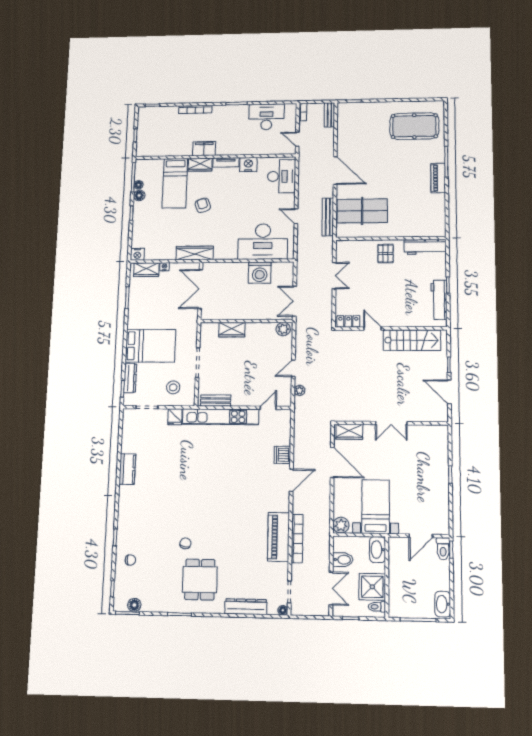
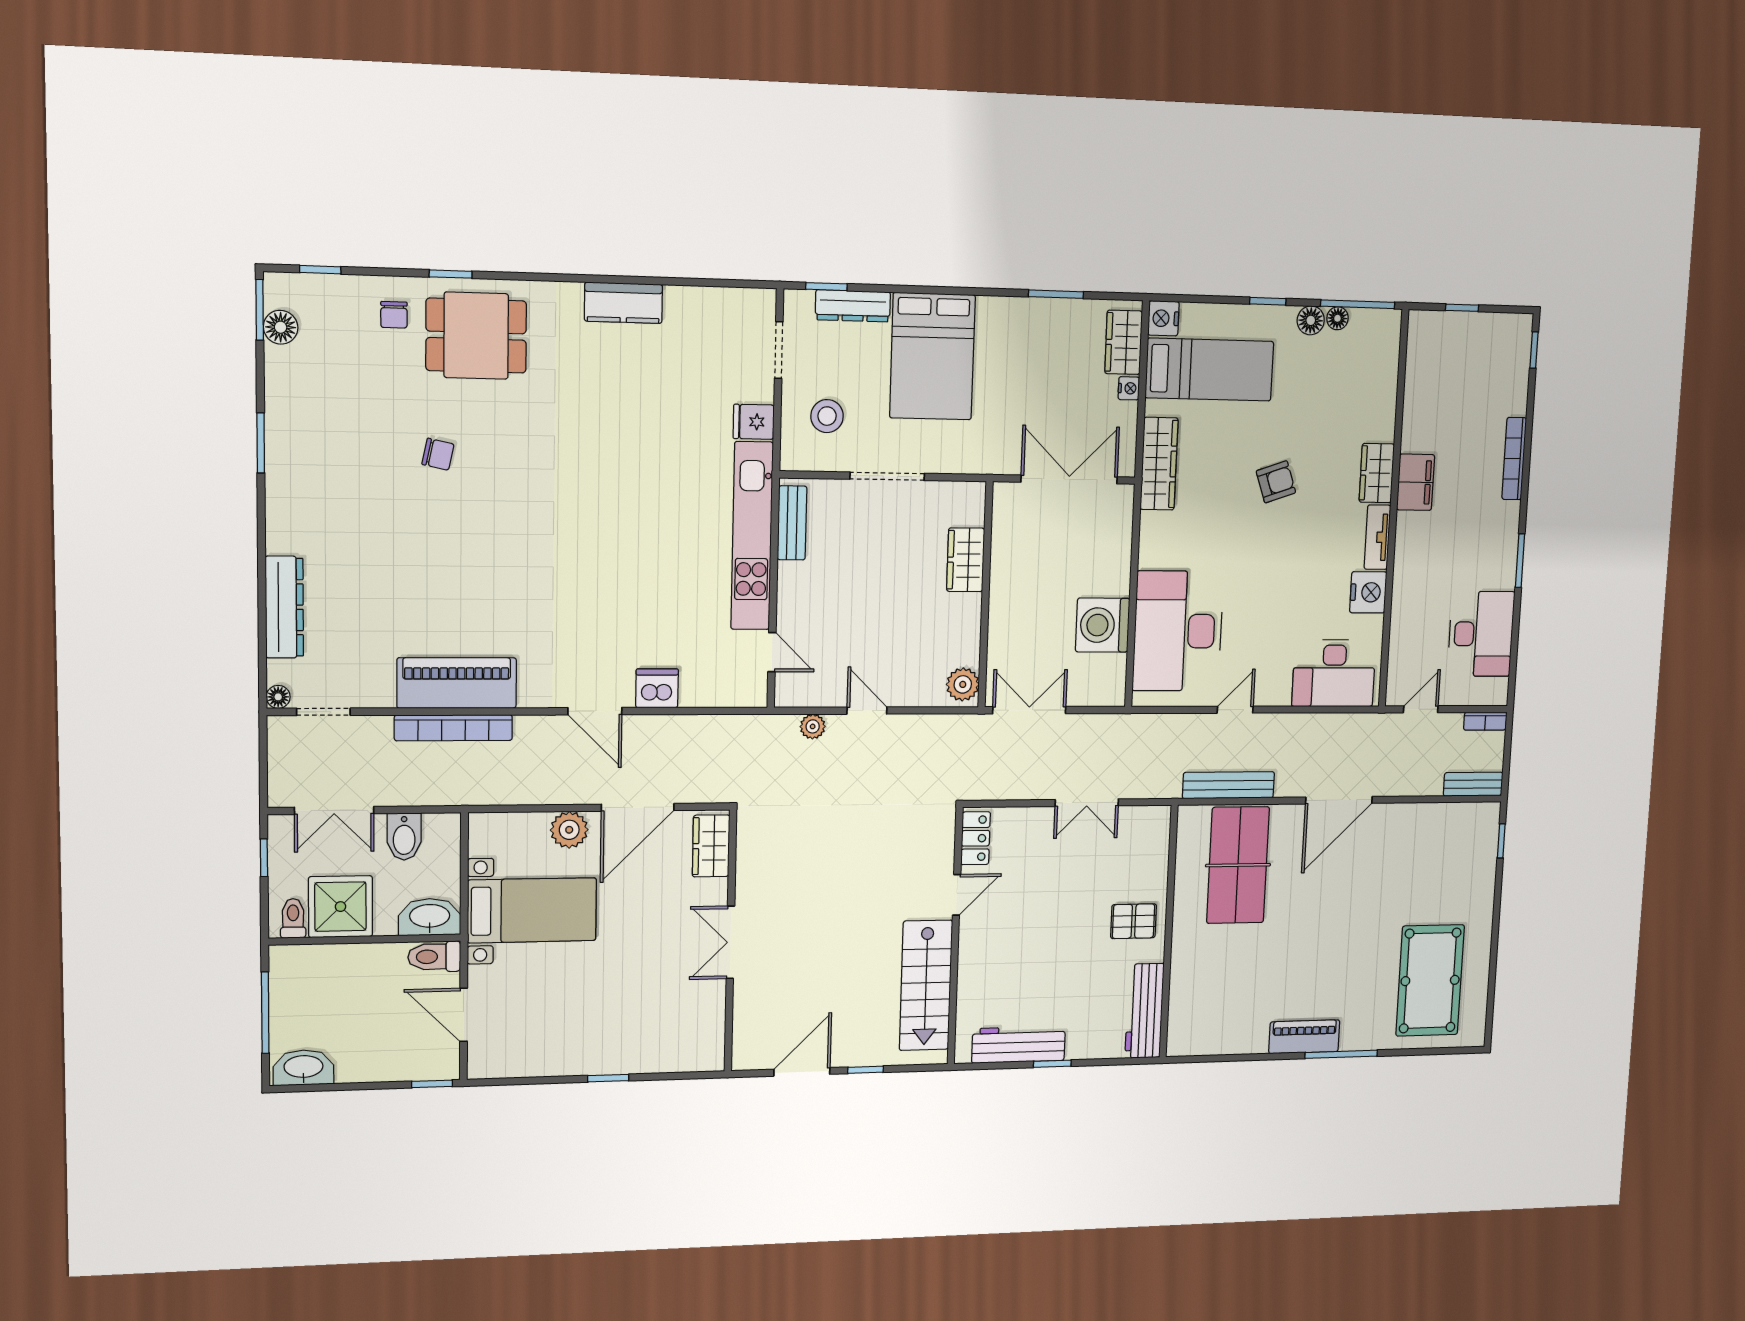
bed: (175, 183) -> (1209, 370), moved, turned 180
plant: (341, 525) -> (569, 830), moved
toilet: (443, 549) -> (434, 957), moved
dining table: (200, 580) -> (476, 336), moved

